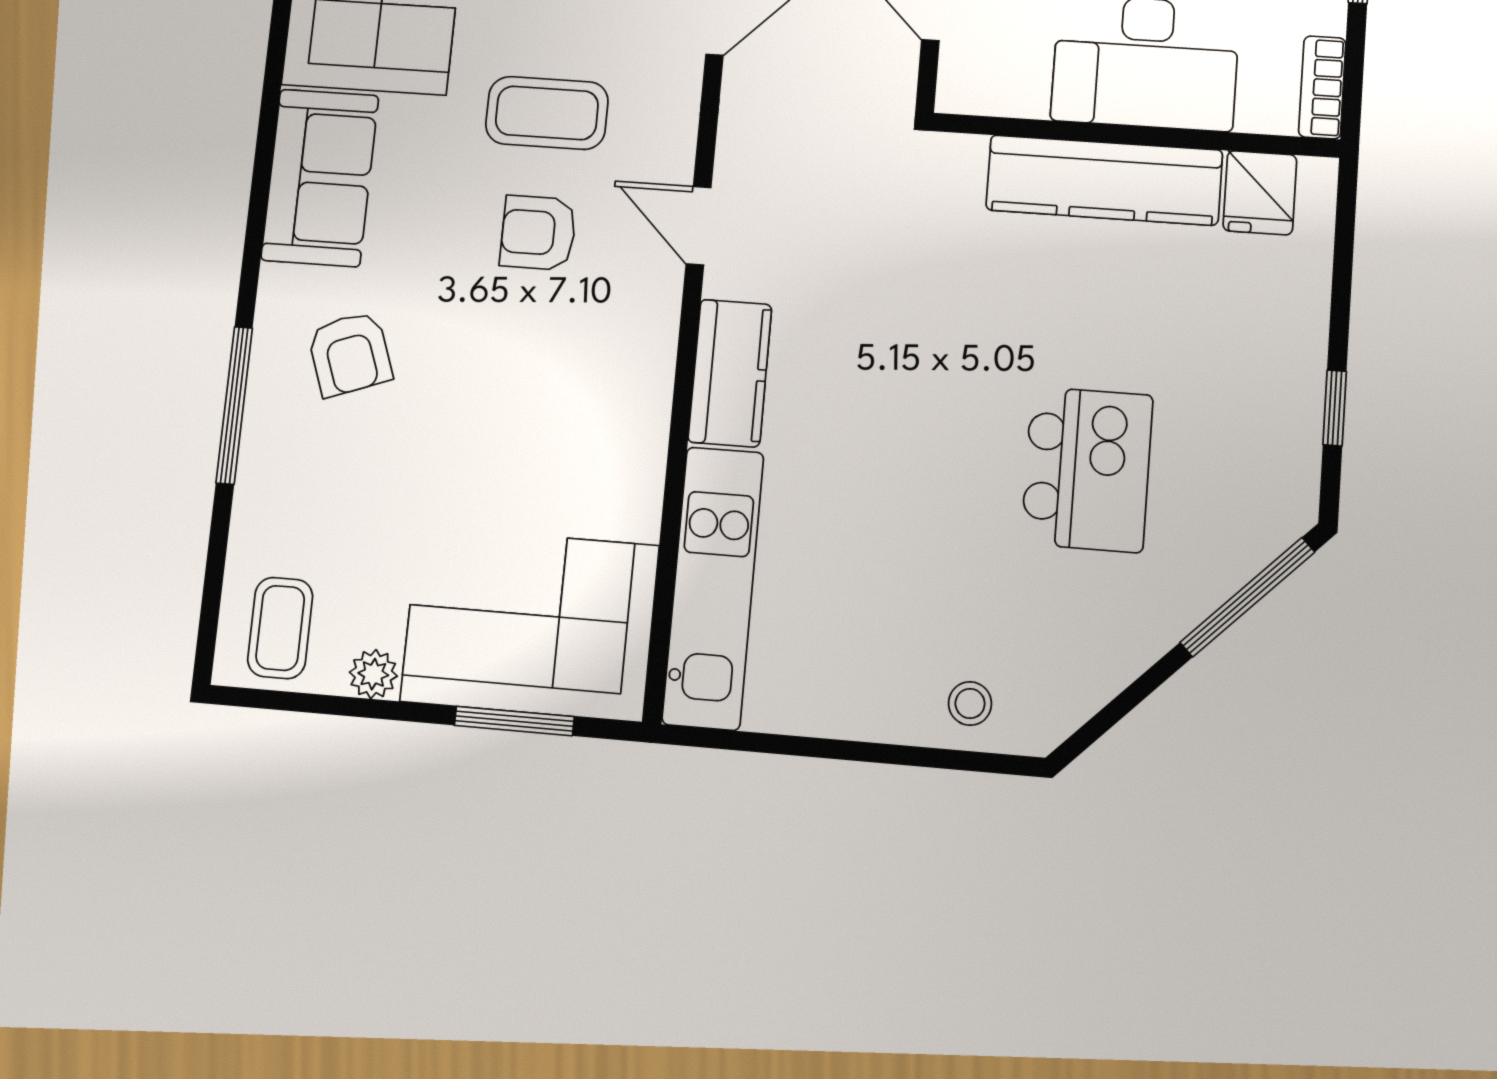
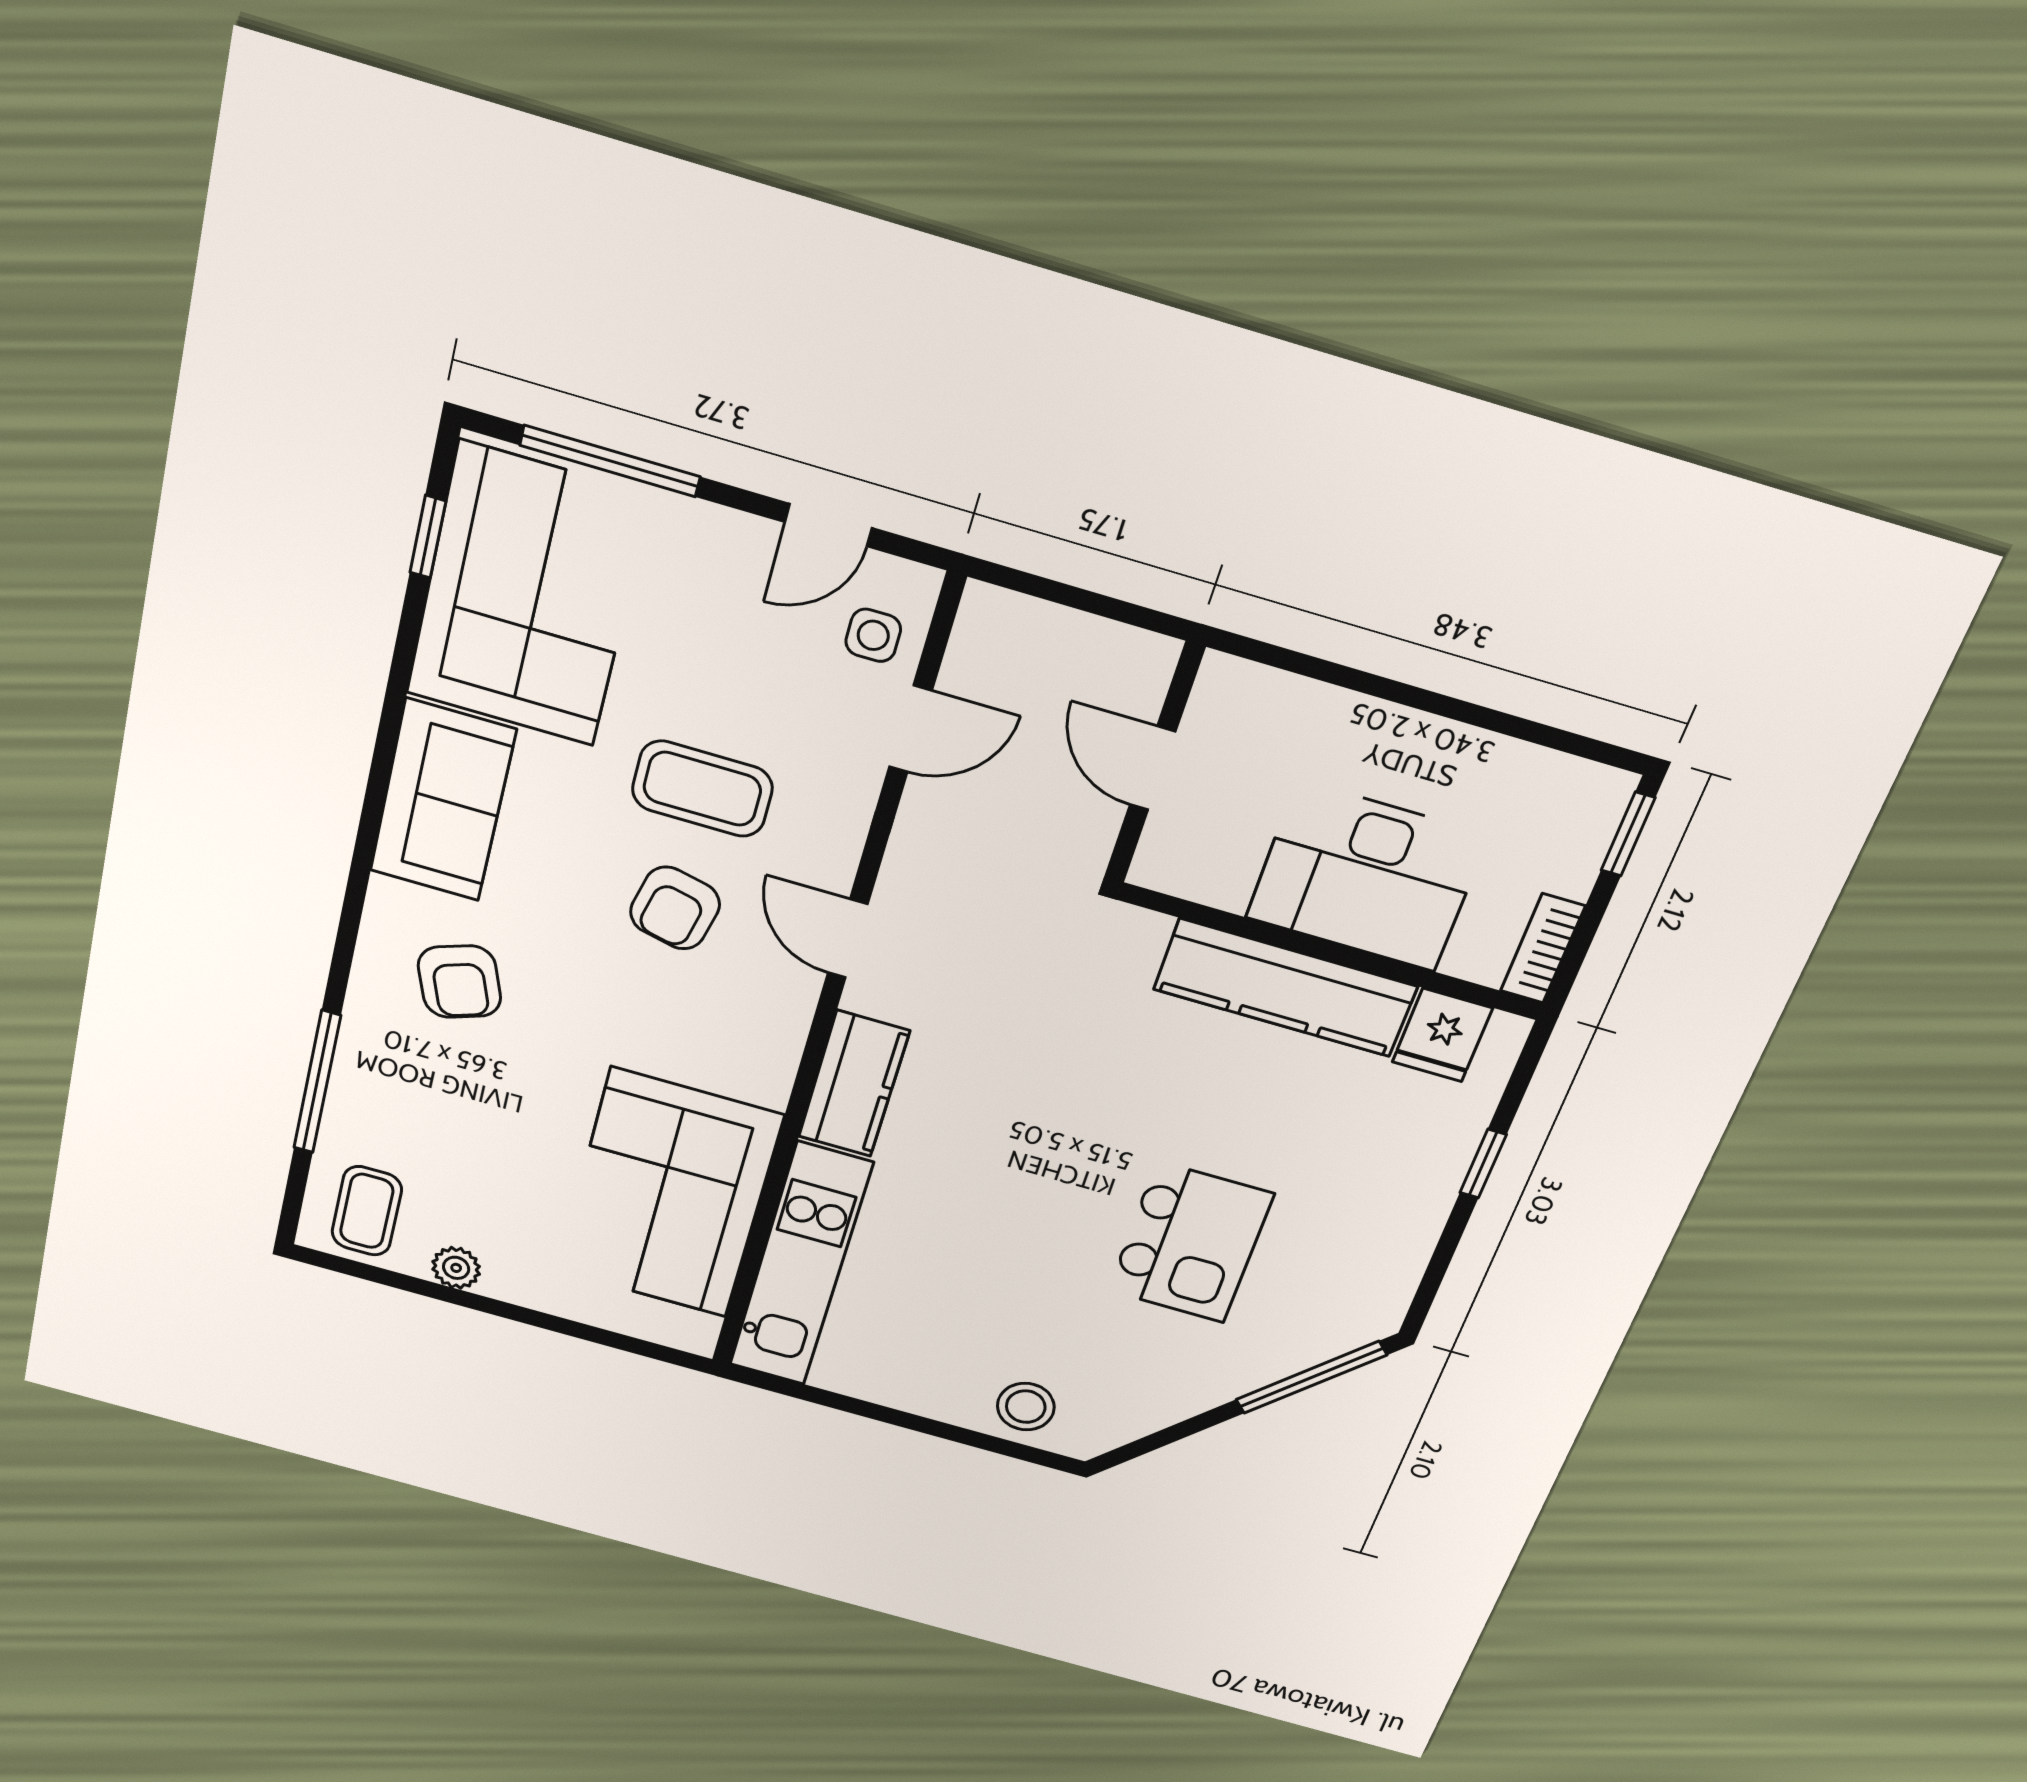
armchair: (538, 233) -> (675, 908), turned -77
window: (234, 405) -> (317, 1082), moved
window: (1335, 408) -> (1483, 1164), moved
corner sofa: (530, 623) -> (669, 1194), moved, turned -90
stool: (970, 704) -> (1026, 1407), width x1.37, depth x1.37
window: (514, 721) -> (589, 1333), removed

